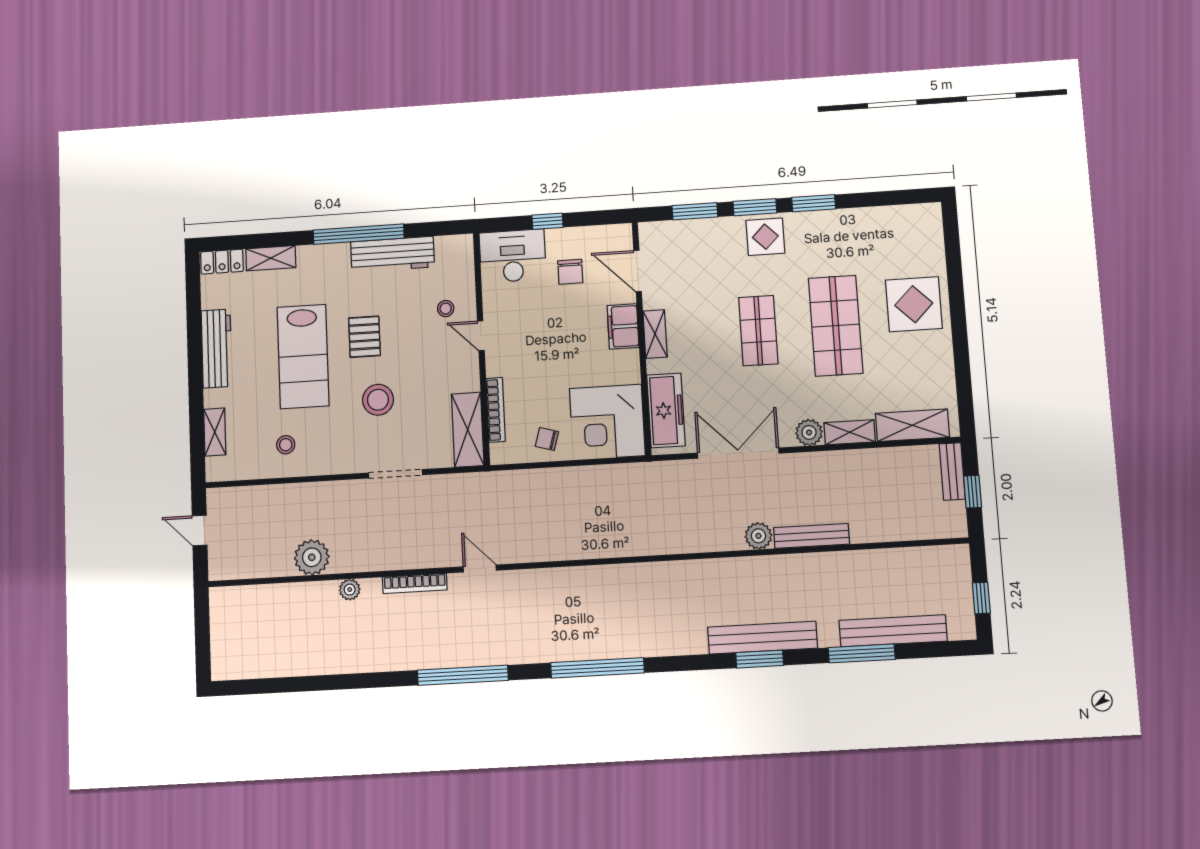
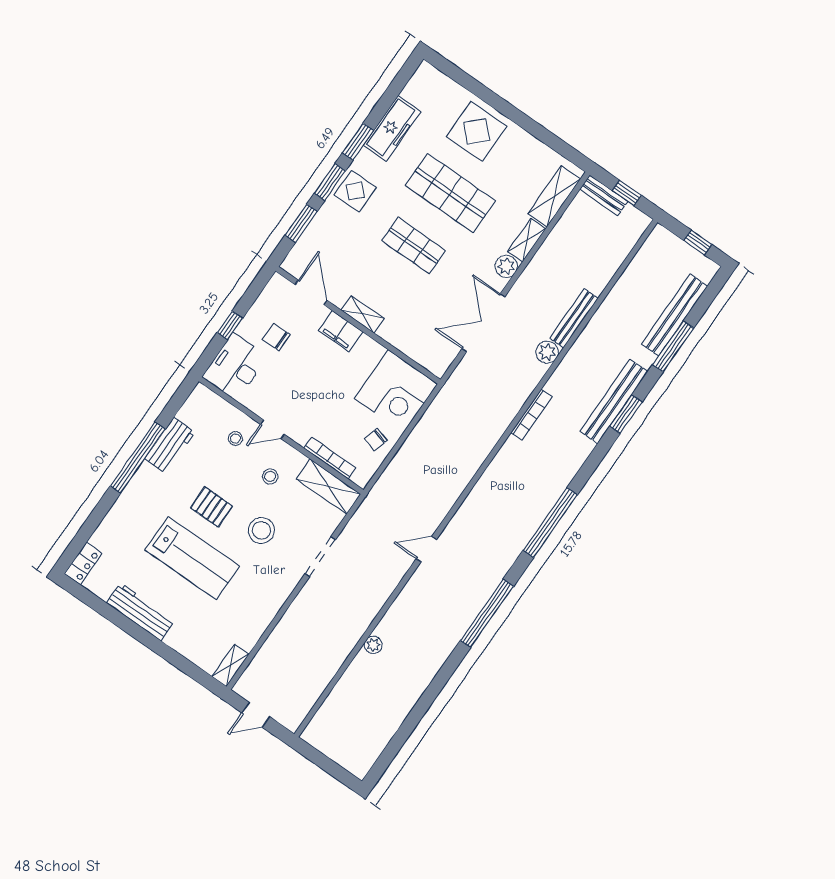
workbench: (392, 254) -> (170, 445), width x0.73
shelving: (271, 258) -> (107, 529), removed
door: (638, 271) -> (311, 293), swing flipped
chair: (570, 272) -> (276, 337), turned 180
freezer: (666, 410) -> (392, 128), moved, turned 90
shelving: (215, 432) -> (230, 665), moved, turned 90
stool: (286, 445) -> (270, 476), moved
plant: (312, 557) -> (332, 654), removed
bookcase: (415, 584) -> (531, 415), moved

